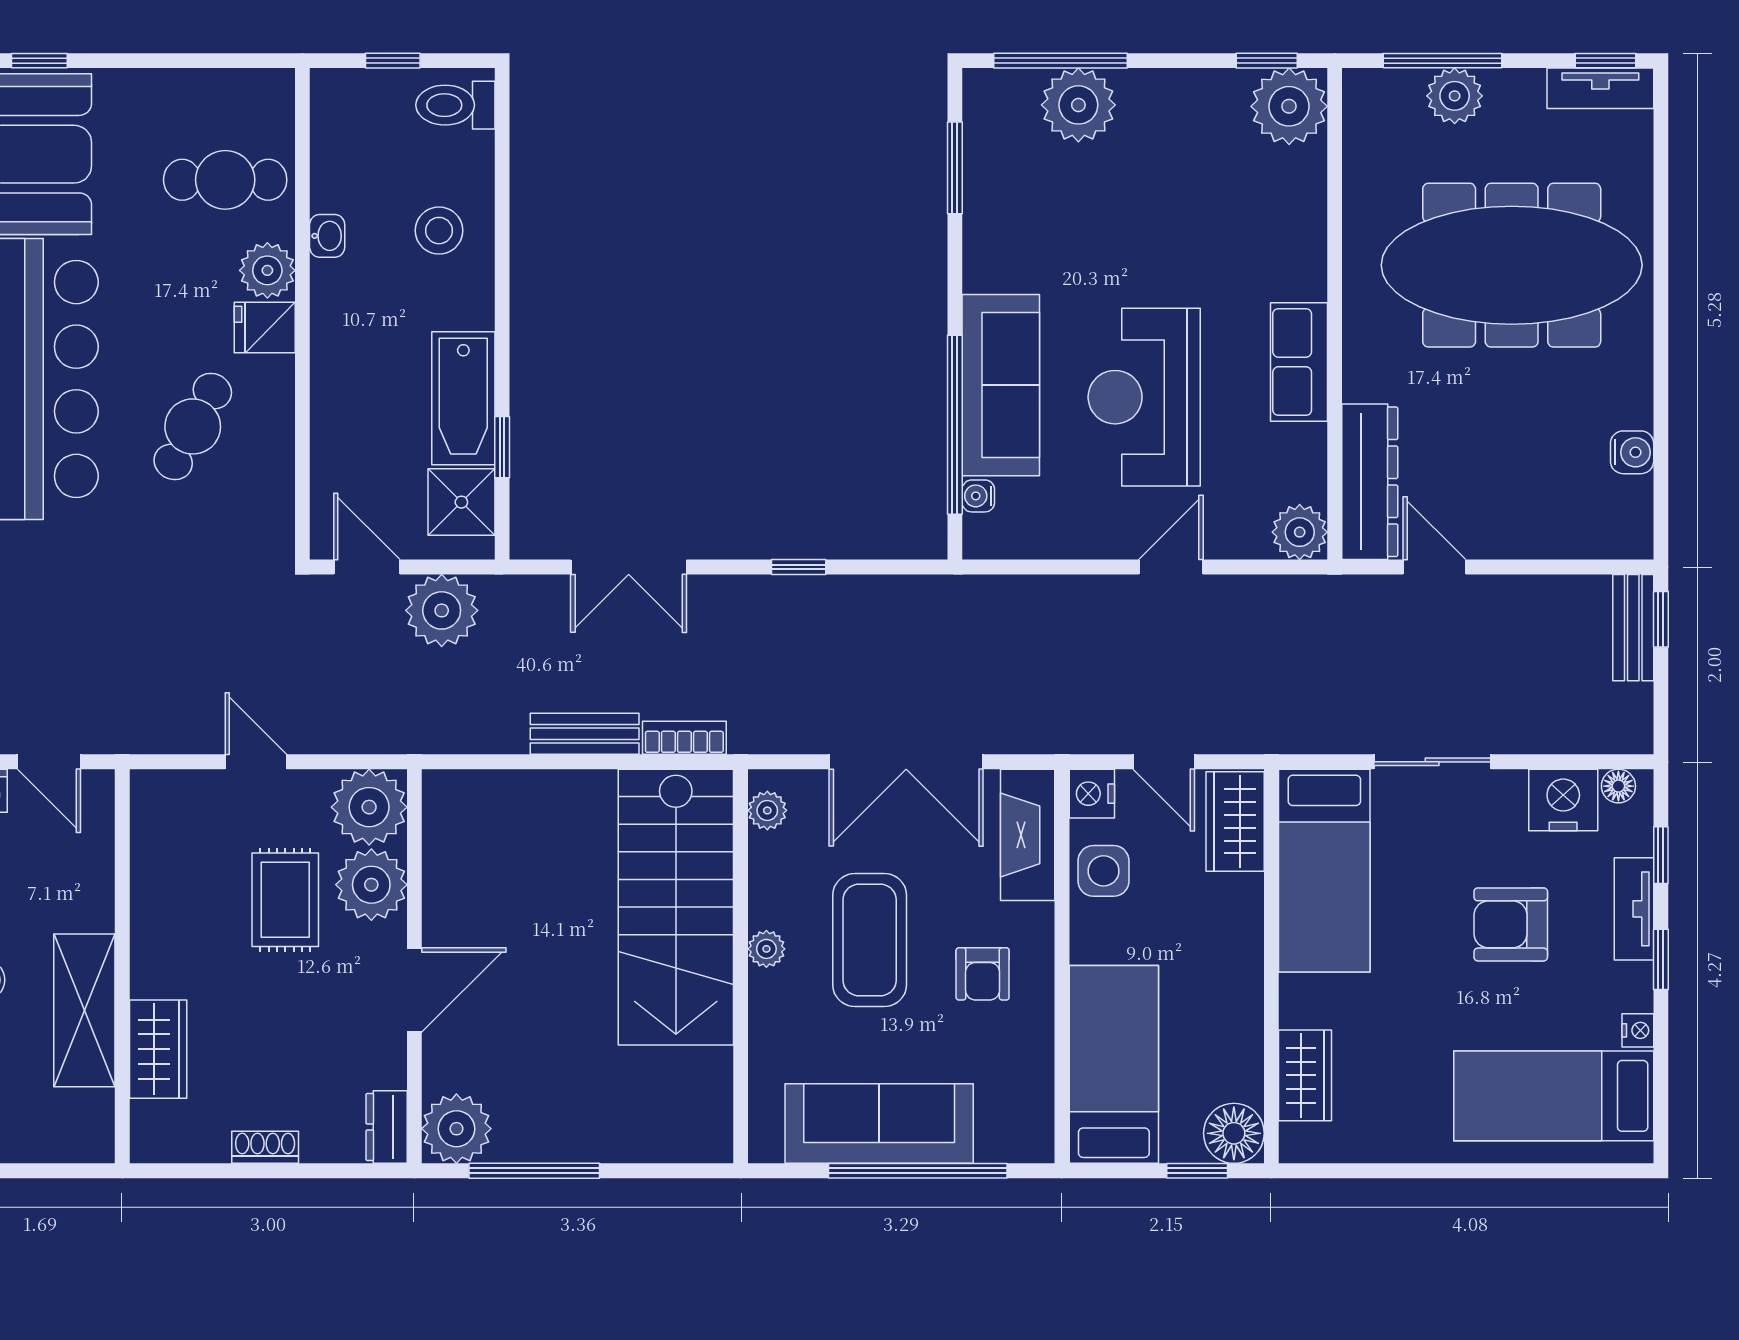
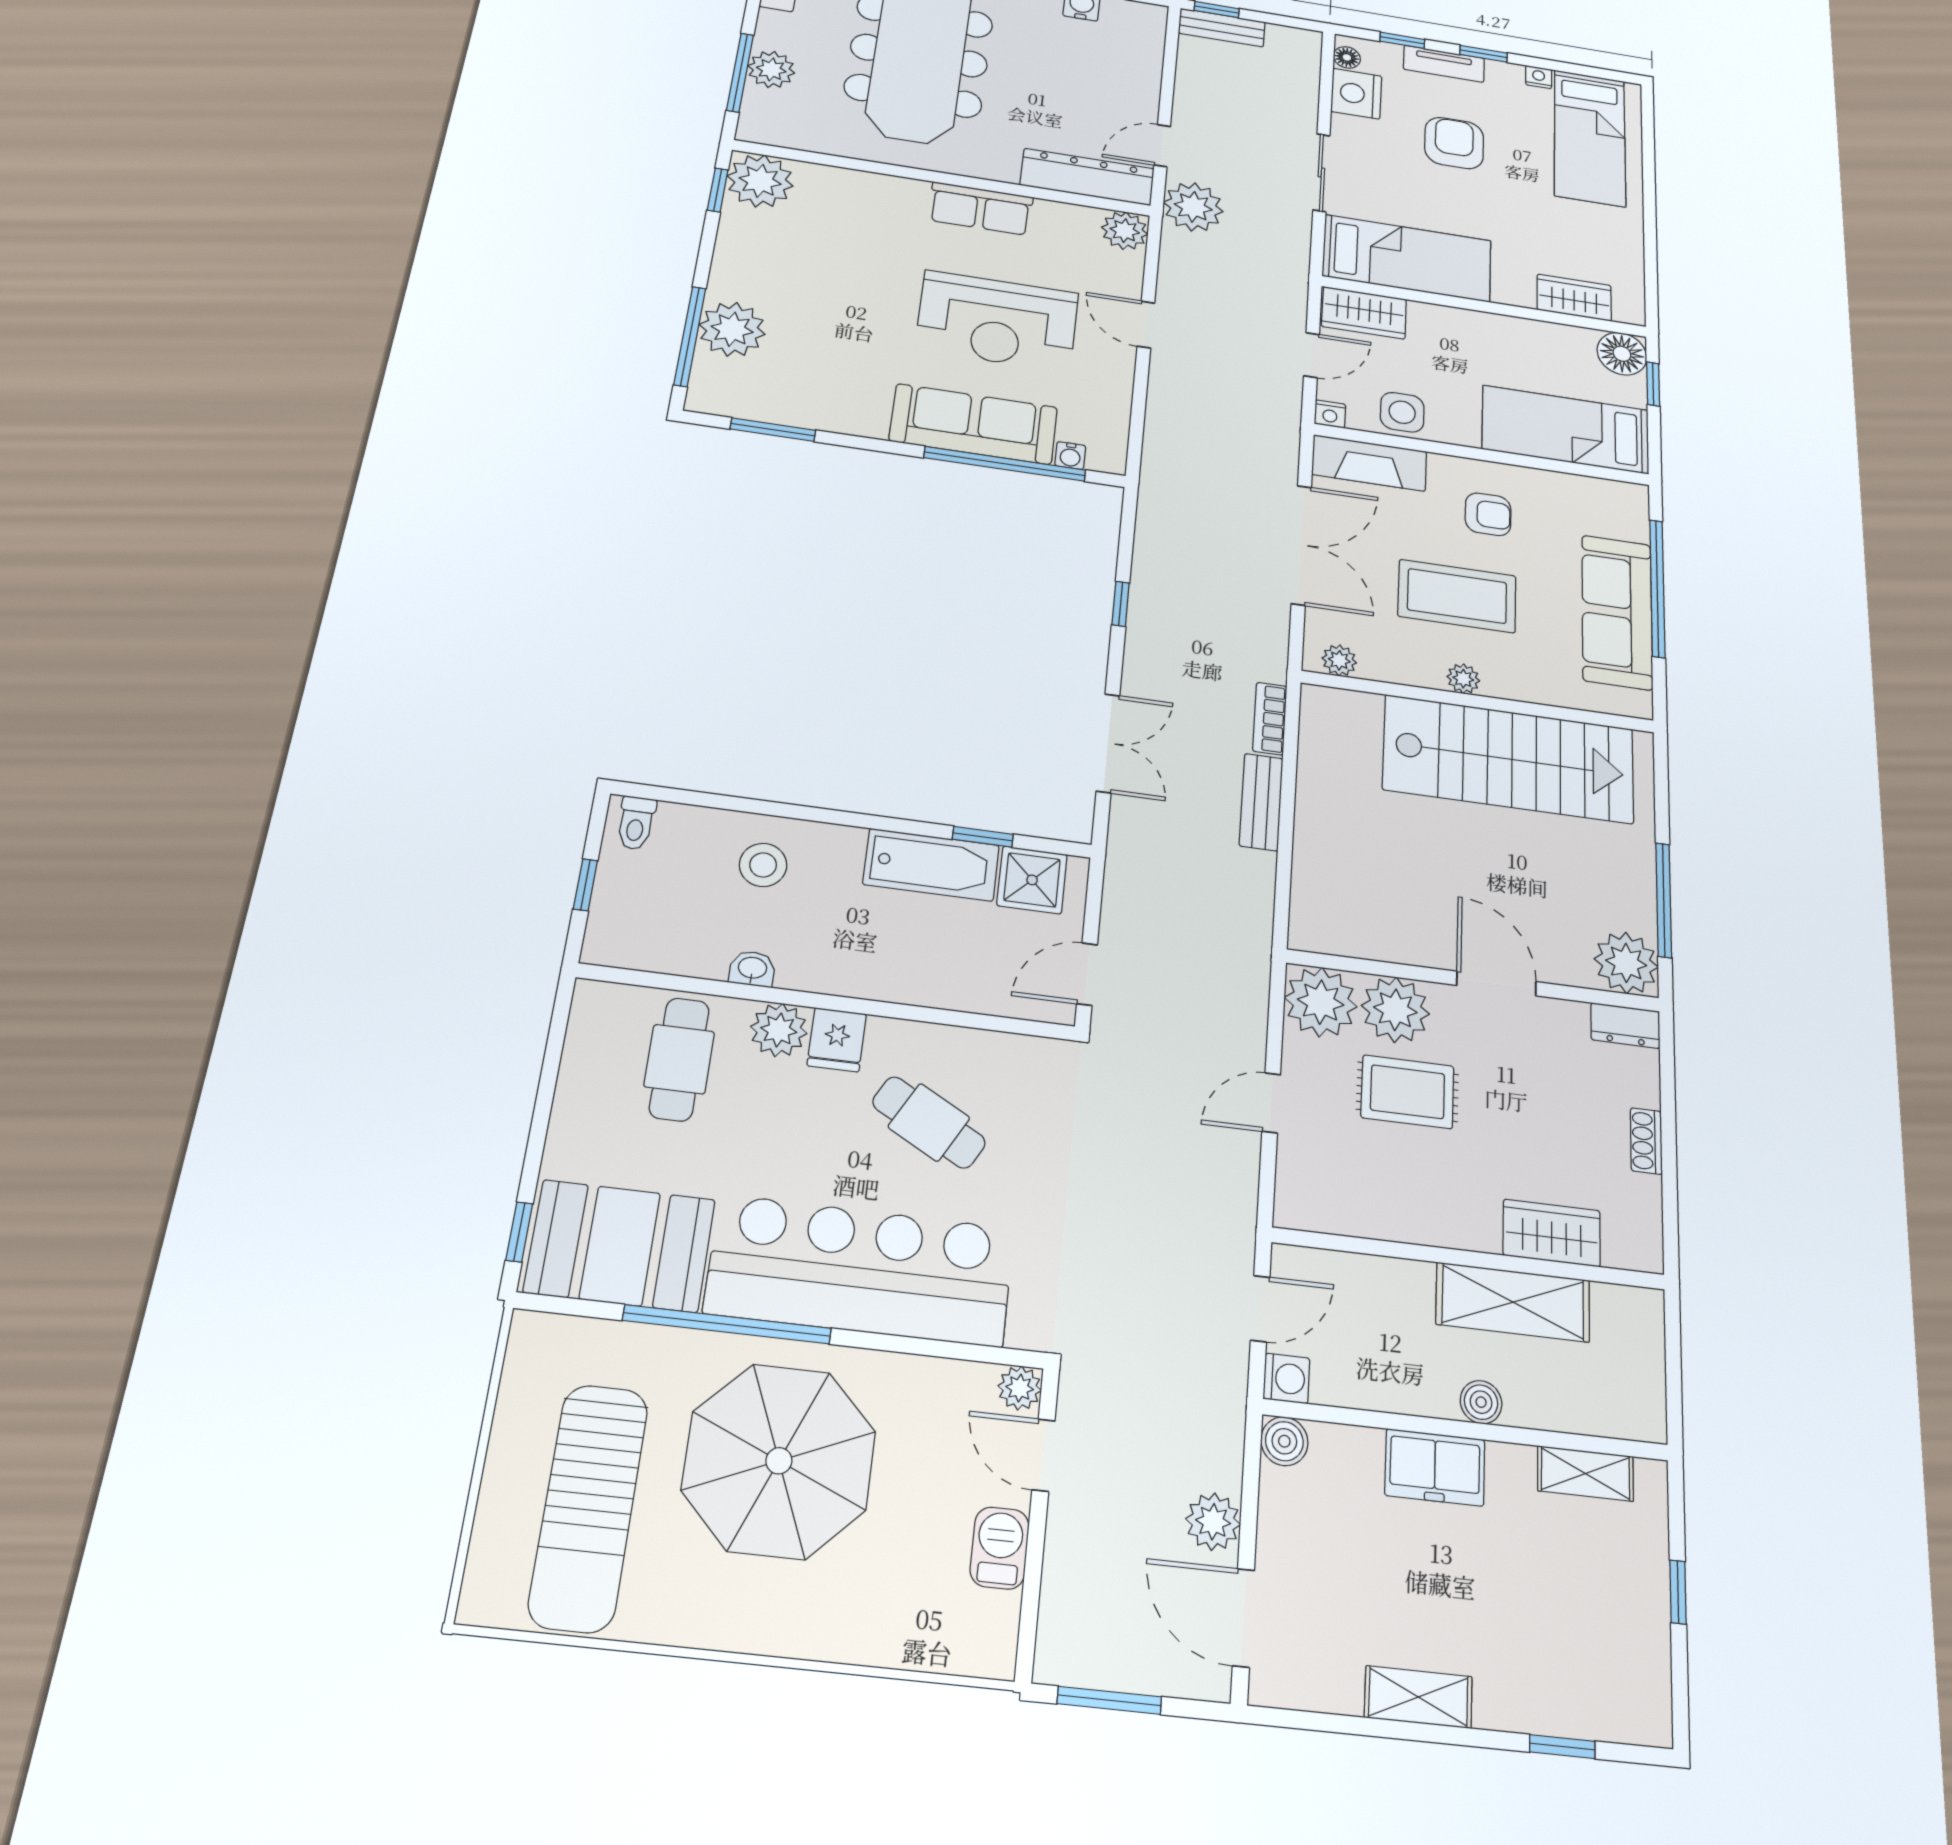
toilet: (455, 105) -> (636, 823), width x0.73, depth x0.72
plant: (442, 610) -> (1193, 207), moved
nightstand: (1092, 794) -> (1330, 414), width x0.72, depth x0.74
stairs: (676, 907) -> (1509, 759), moved
armchair: (1511, 924) -> (1454, 143), turned 180

